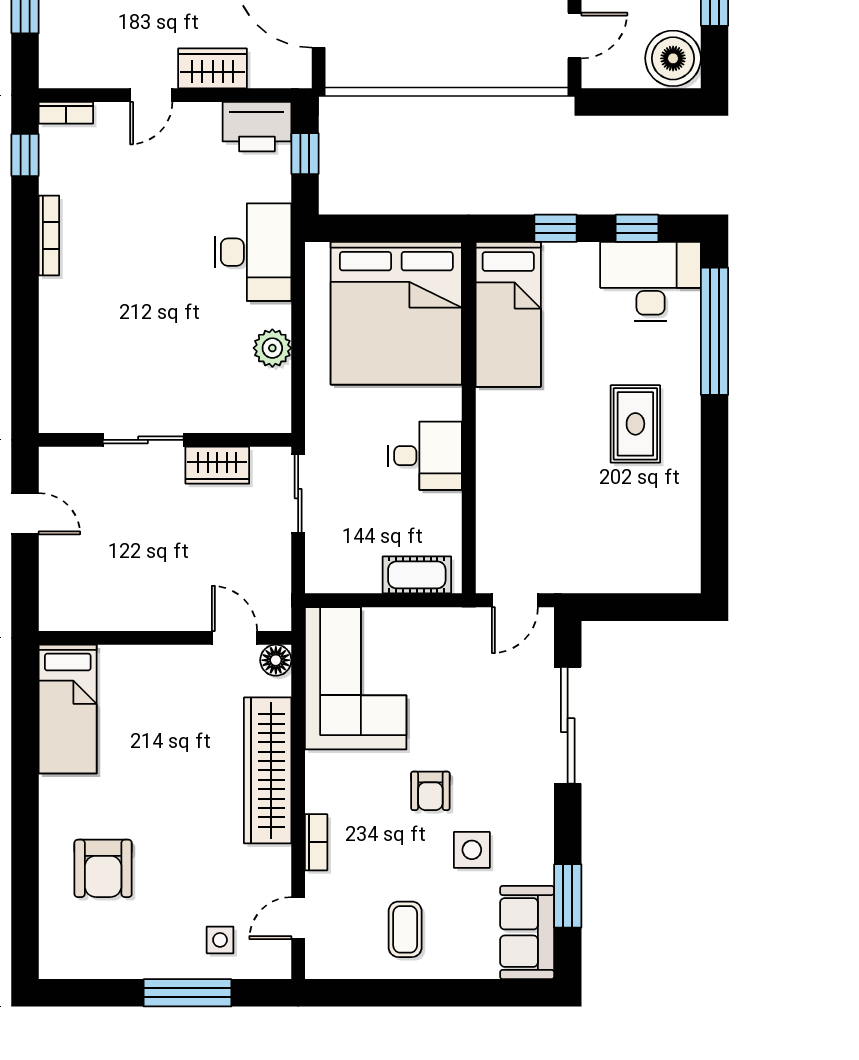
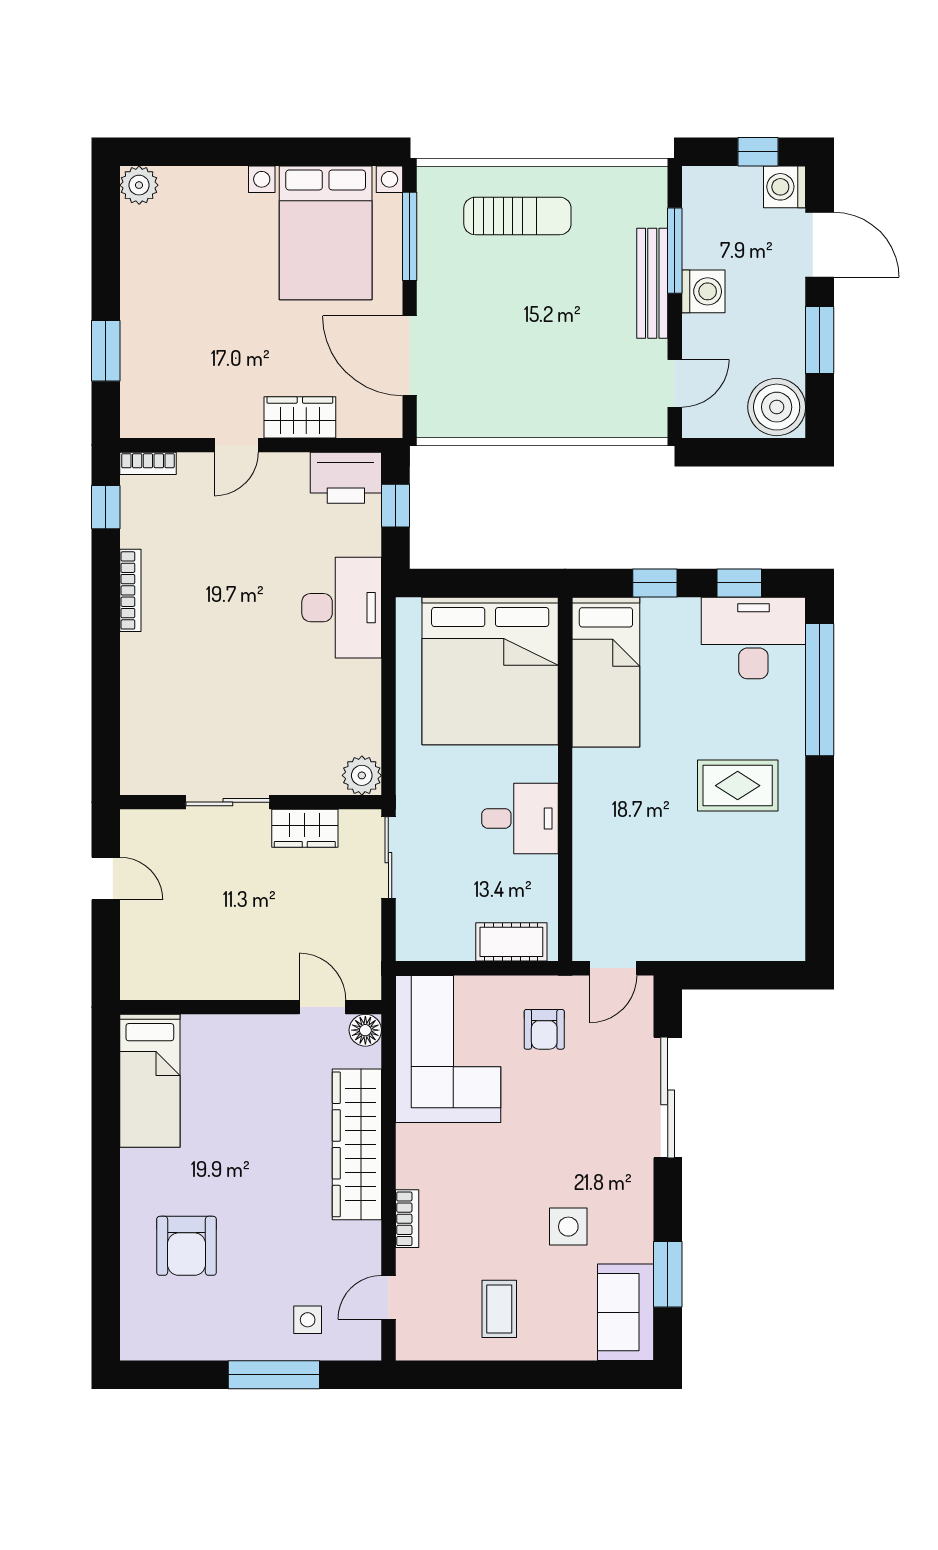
plant: (272, 348) -> (362, 775), moved
rug: (635, 424) -> (738, 786), turned 90
armchair: (430, 791) -> (544, 1029), moved

